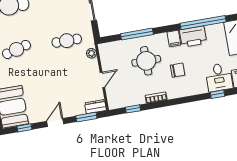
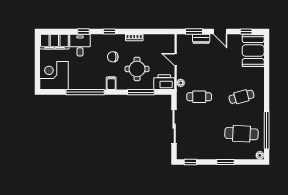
printer: (193, 37) -> (164, 82), moved
door: (102, 80) -> (176, 60), hinge flipped
dresser: (95, 107) -> (201, 39), moved
window: (133, 109) -> (109, 31), moved
door: (55, 123) -> (220, 31), hinge flipped

